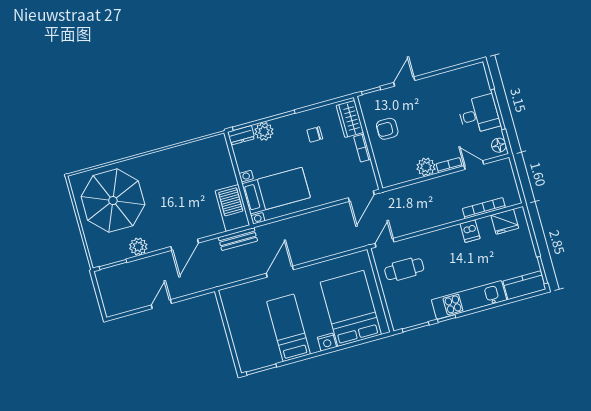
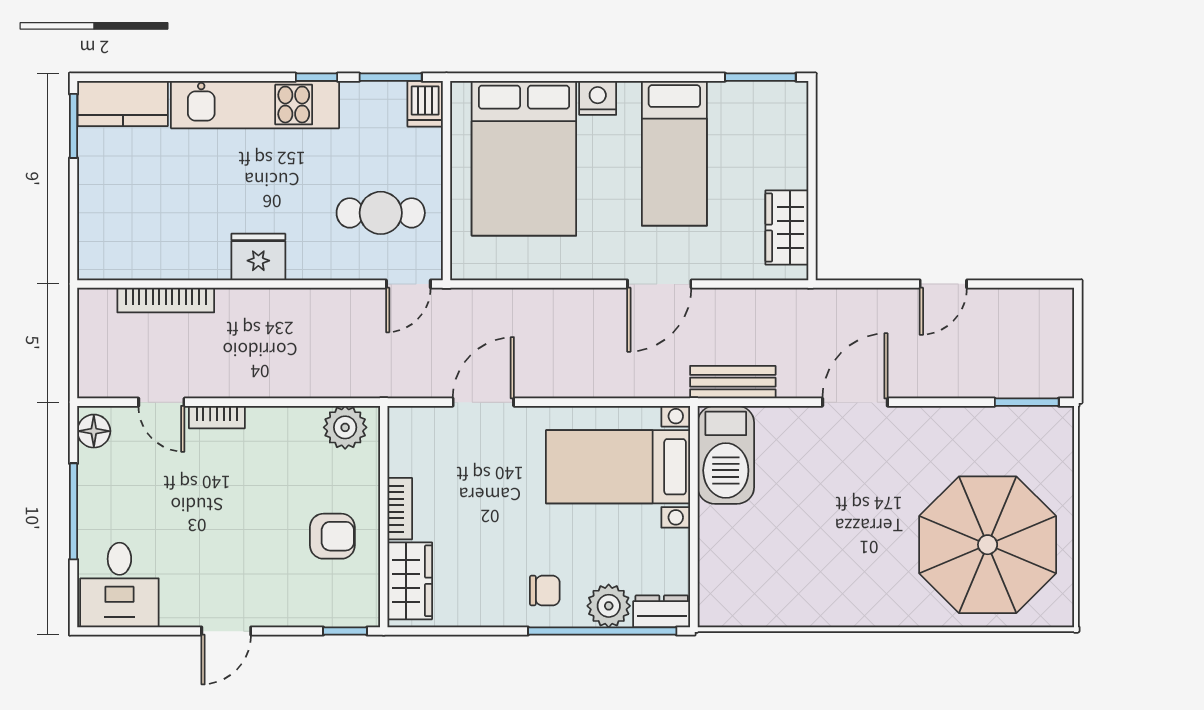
door: (404, 81) -> (226, 631), moved
desk: (479, 114) -> (119, 585), moved, turned -90
chair: (315, 134) -> (545, 591), moved
plant: (426, 167) -> (345, 427), moved
door: (361, 196) -> (483, 402), moved
fridge: (505, 222) -> (258, 257), moved
dishwasher: (470, 231) -> (425, 104), moved, turned 180
plant: (138, 247) -> (959, 427), removed
wardrobe: (233, 310) -> (787, 228), added

